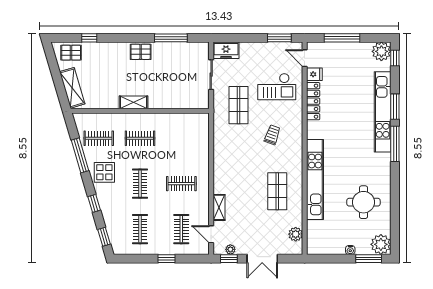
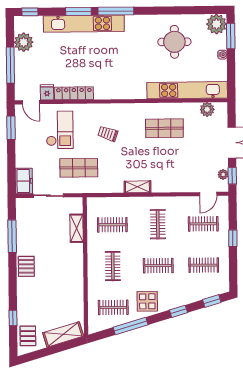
plant: (381, 51) -> (24, 42), moved
door: (305, 58) -> (31, 102), hinge flipped
shelving: (133, 102) -> (77, 228), moved
clothes rail: (99, 138) -> (113, 307), turned 90
clothes rail: (181, 138) -> (112, 225), added
kitchen unit: (315, 179) -> (187, 90), moved
shelving: (219, 207) -> (137, 187), moved

